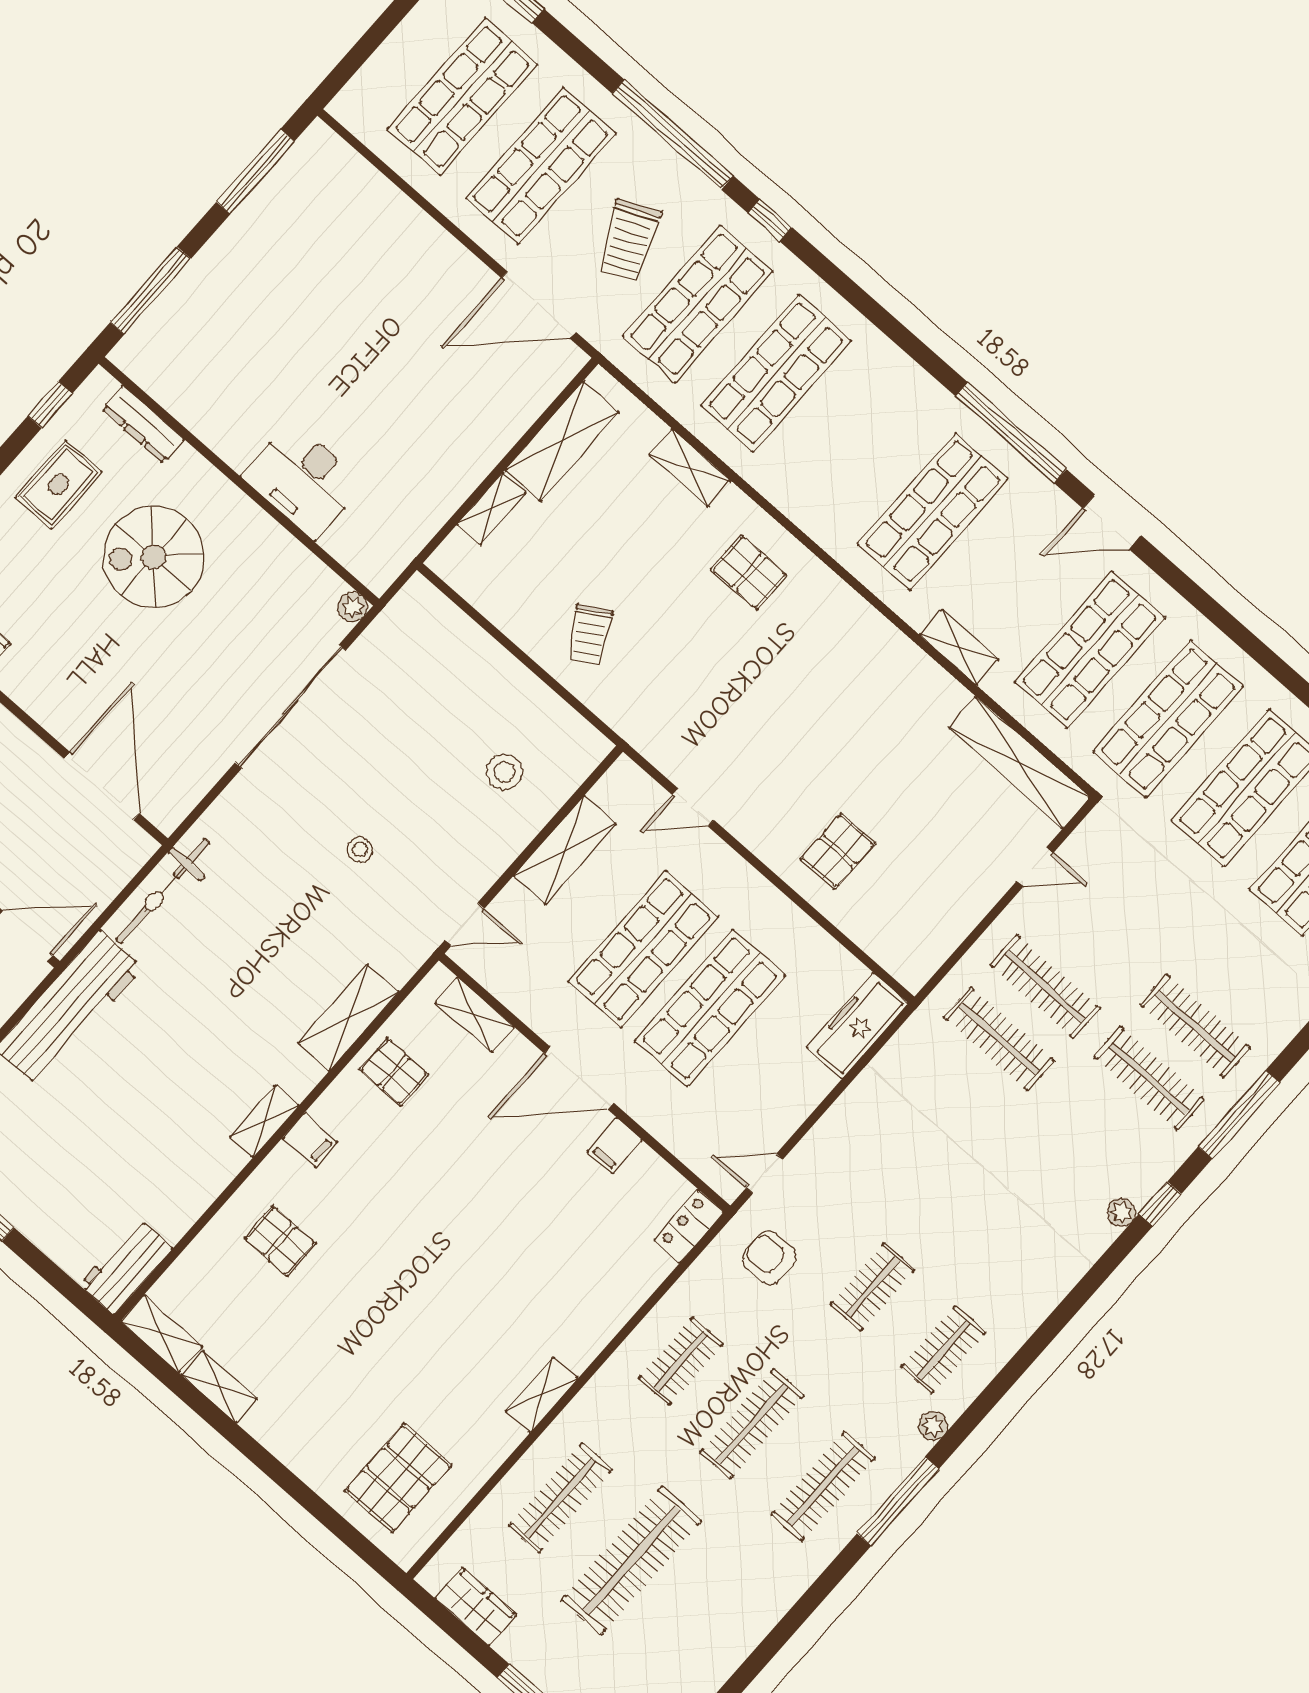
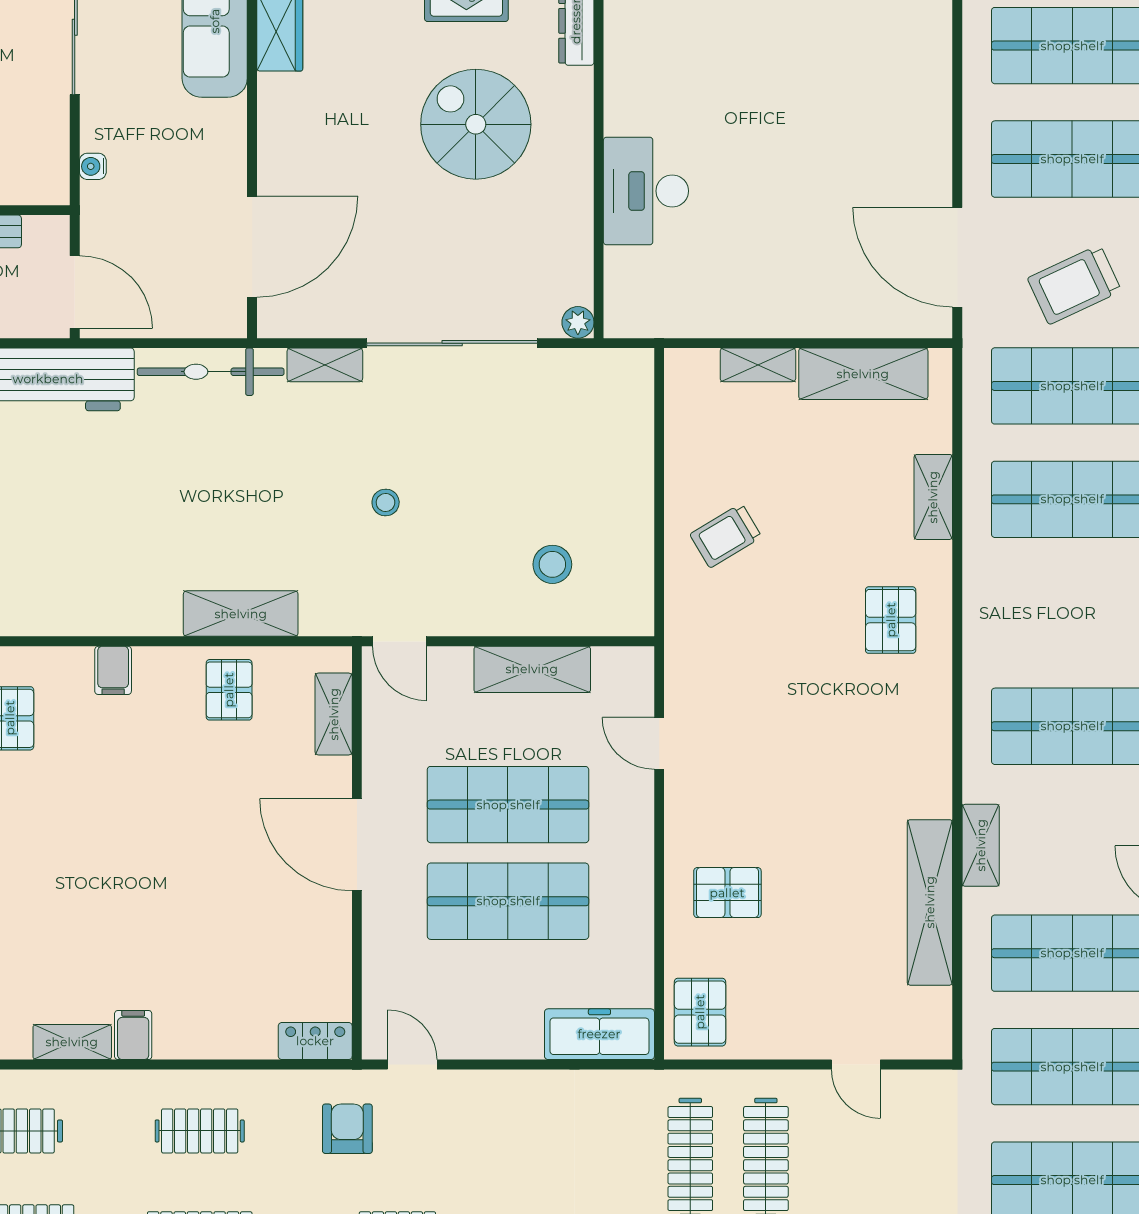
shelving: (1019, 762) -> (930, 902), moved
pallet: (904, 943) -> (700, 1012), added
shelving: (264, 1121) -> (325, 365), moved
filing cabinet: (615, 1146) -> (133, 1035), moved, turned 90

